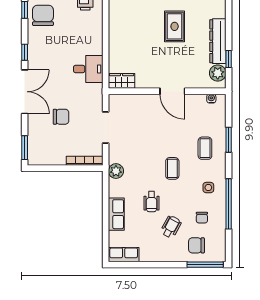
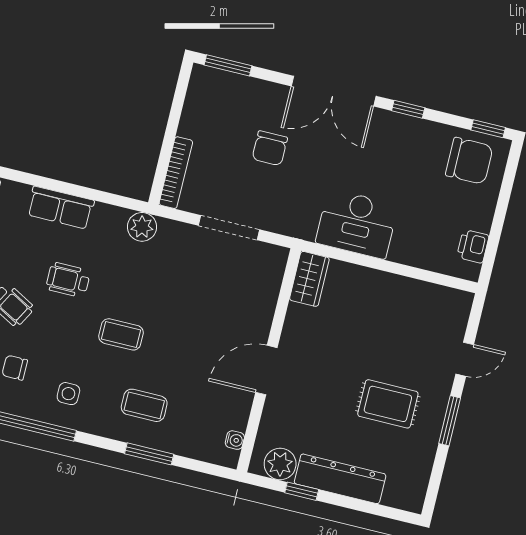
desk: (88, 69) -> (357, 224), width x1.37

